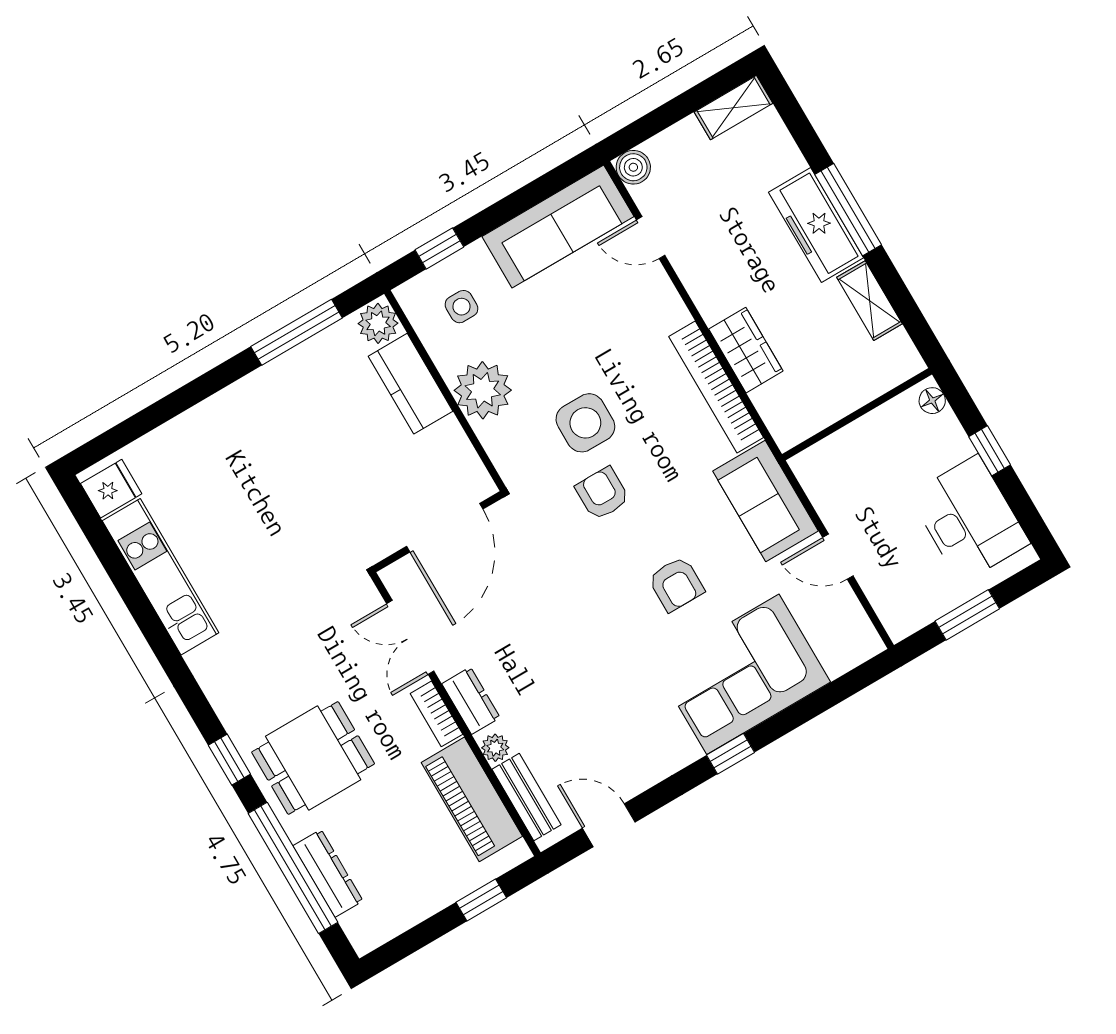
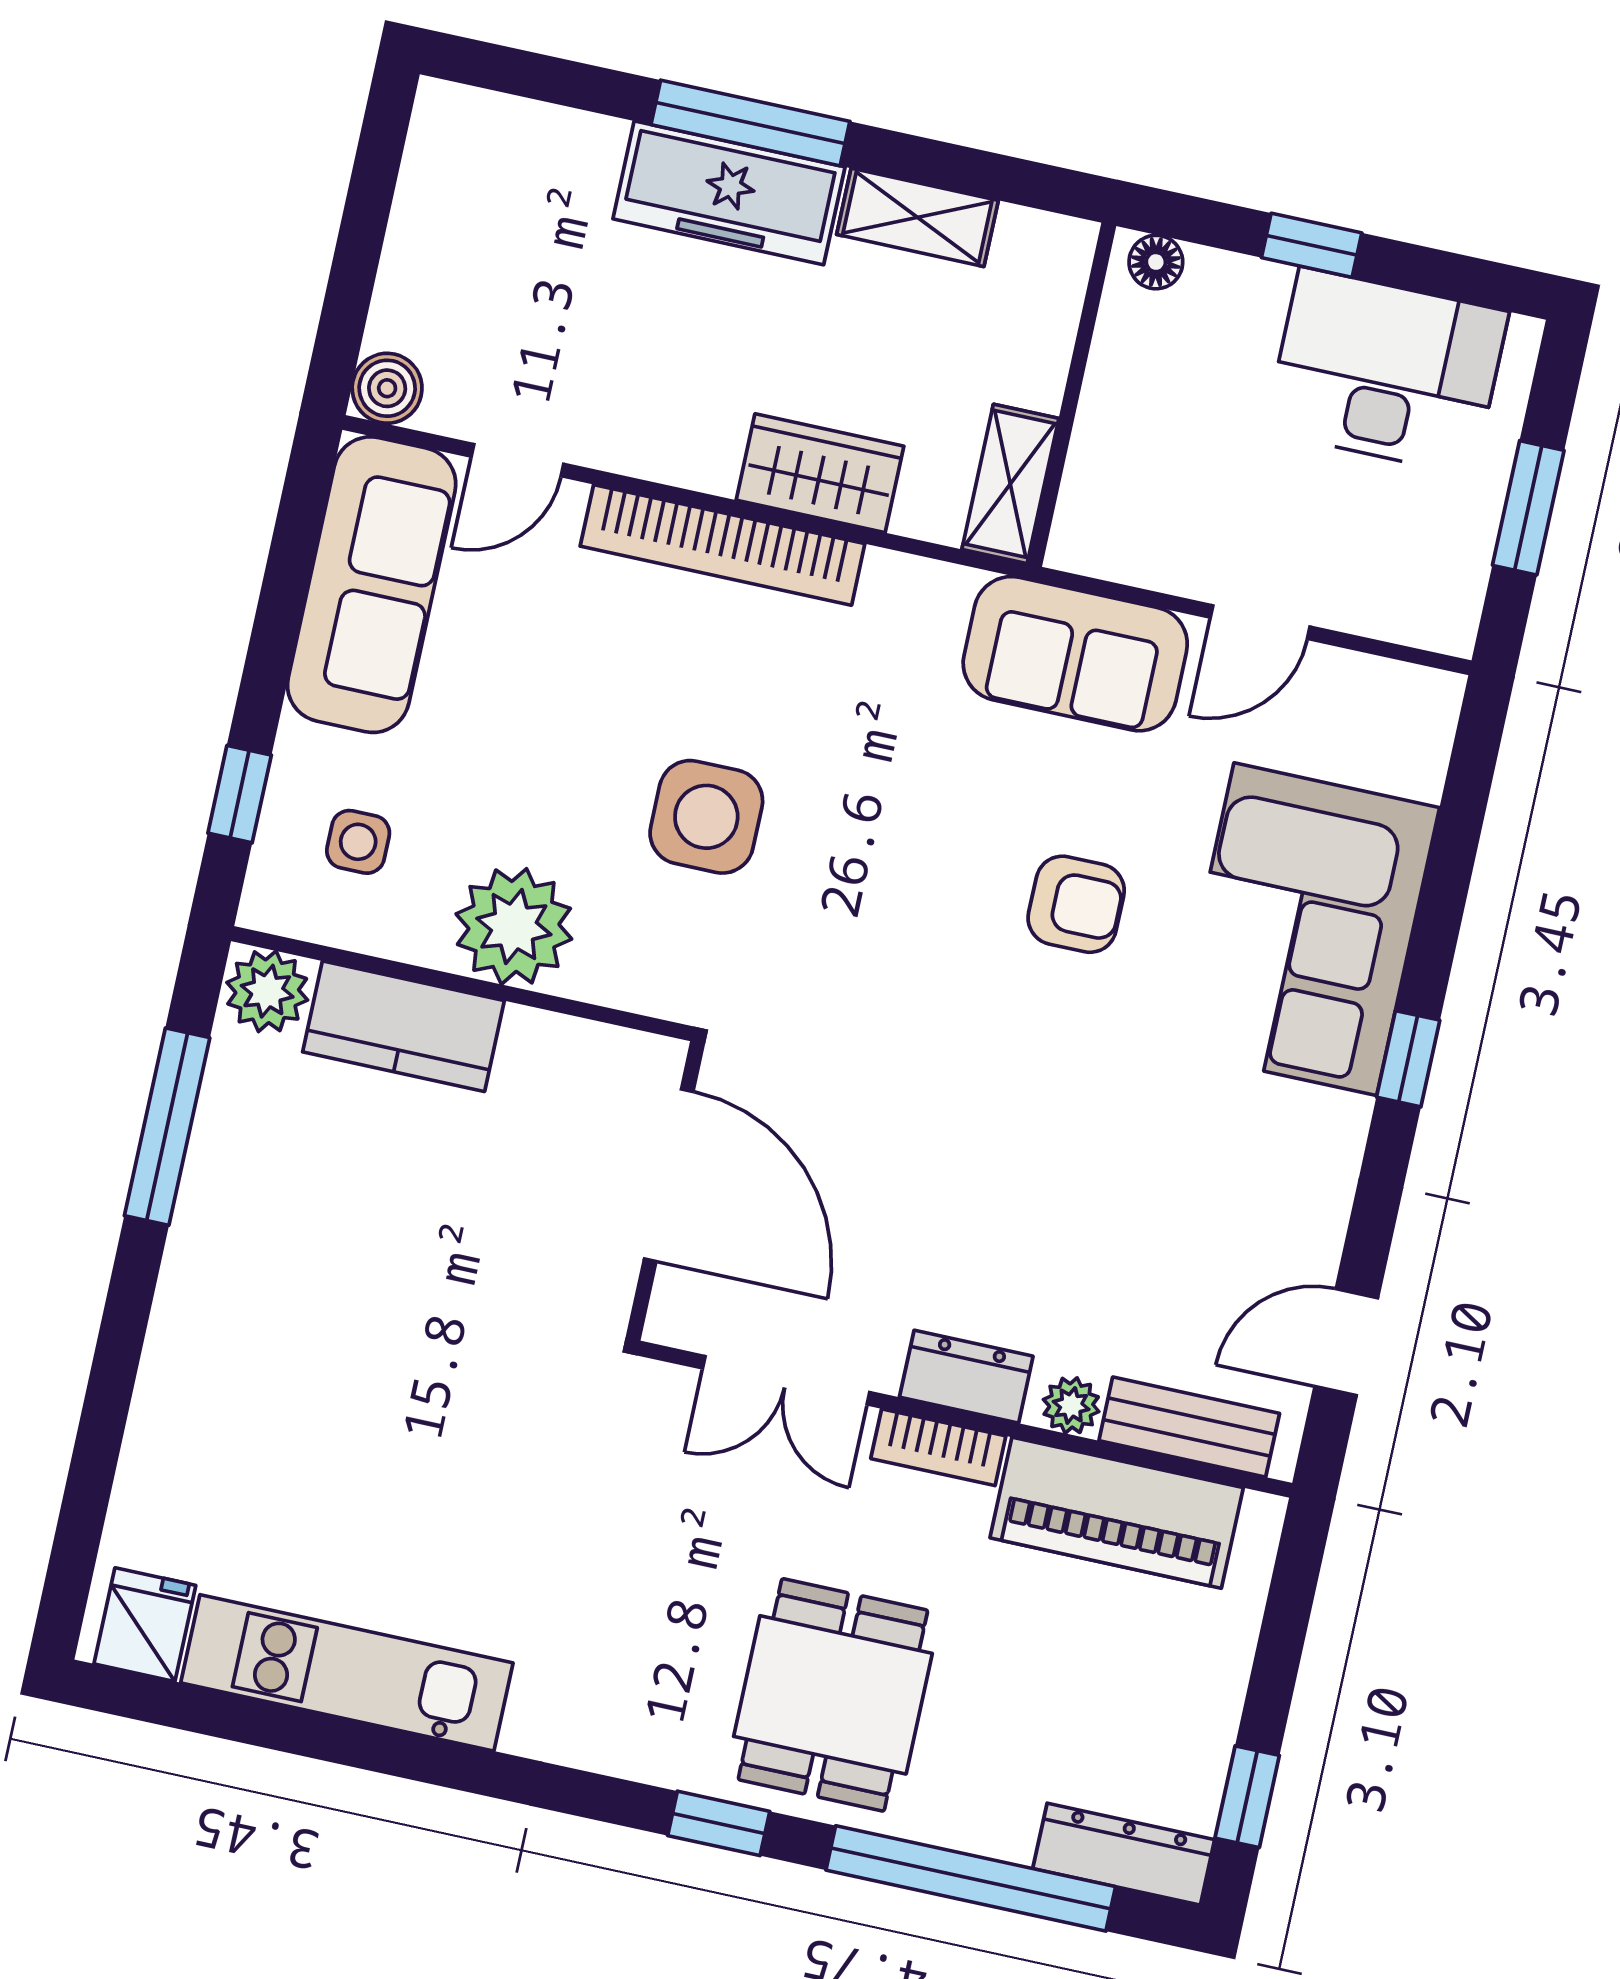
shelving: (734, 108) -> (1010, 484), moved
bookcase: (716, 387) -> (723, 545), moved
armchair: (602, 493) -> (837, 890), removed
dresser: (328, 873) -> (1124, 1854), moved
window: (481, 900) -> (1247, 1797), moved

